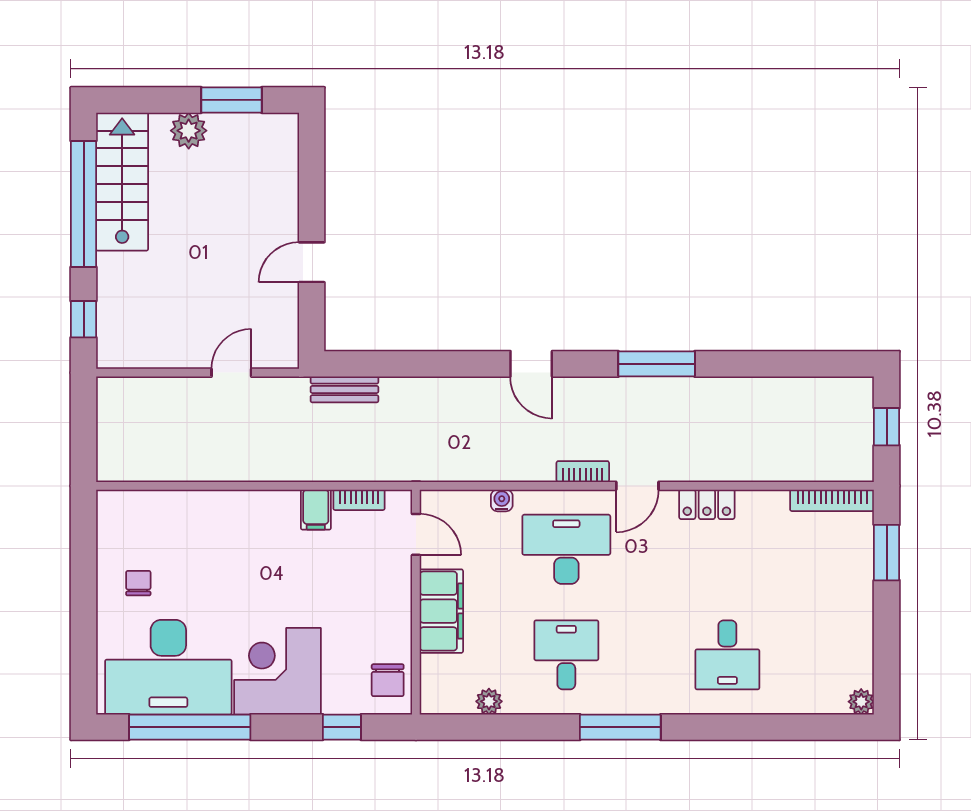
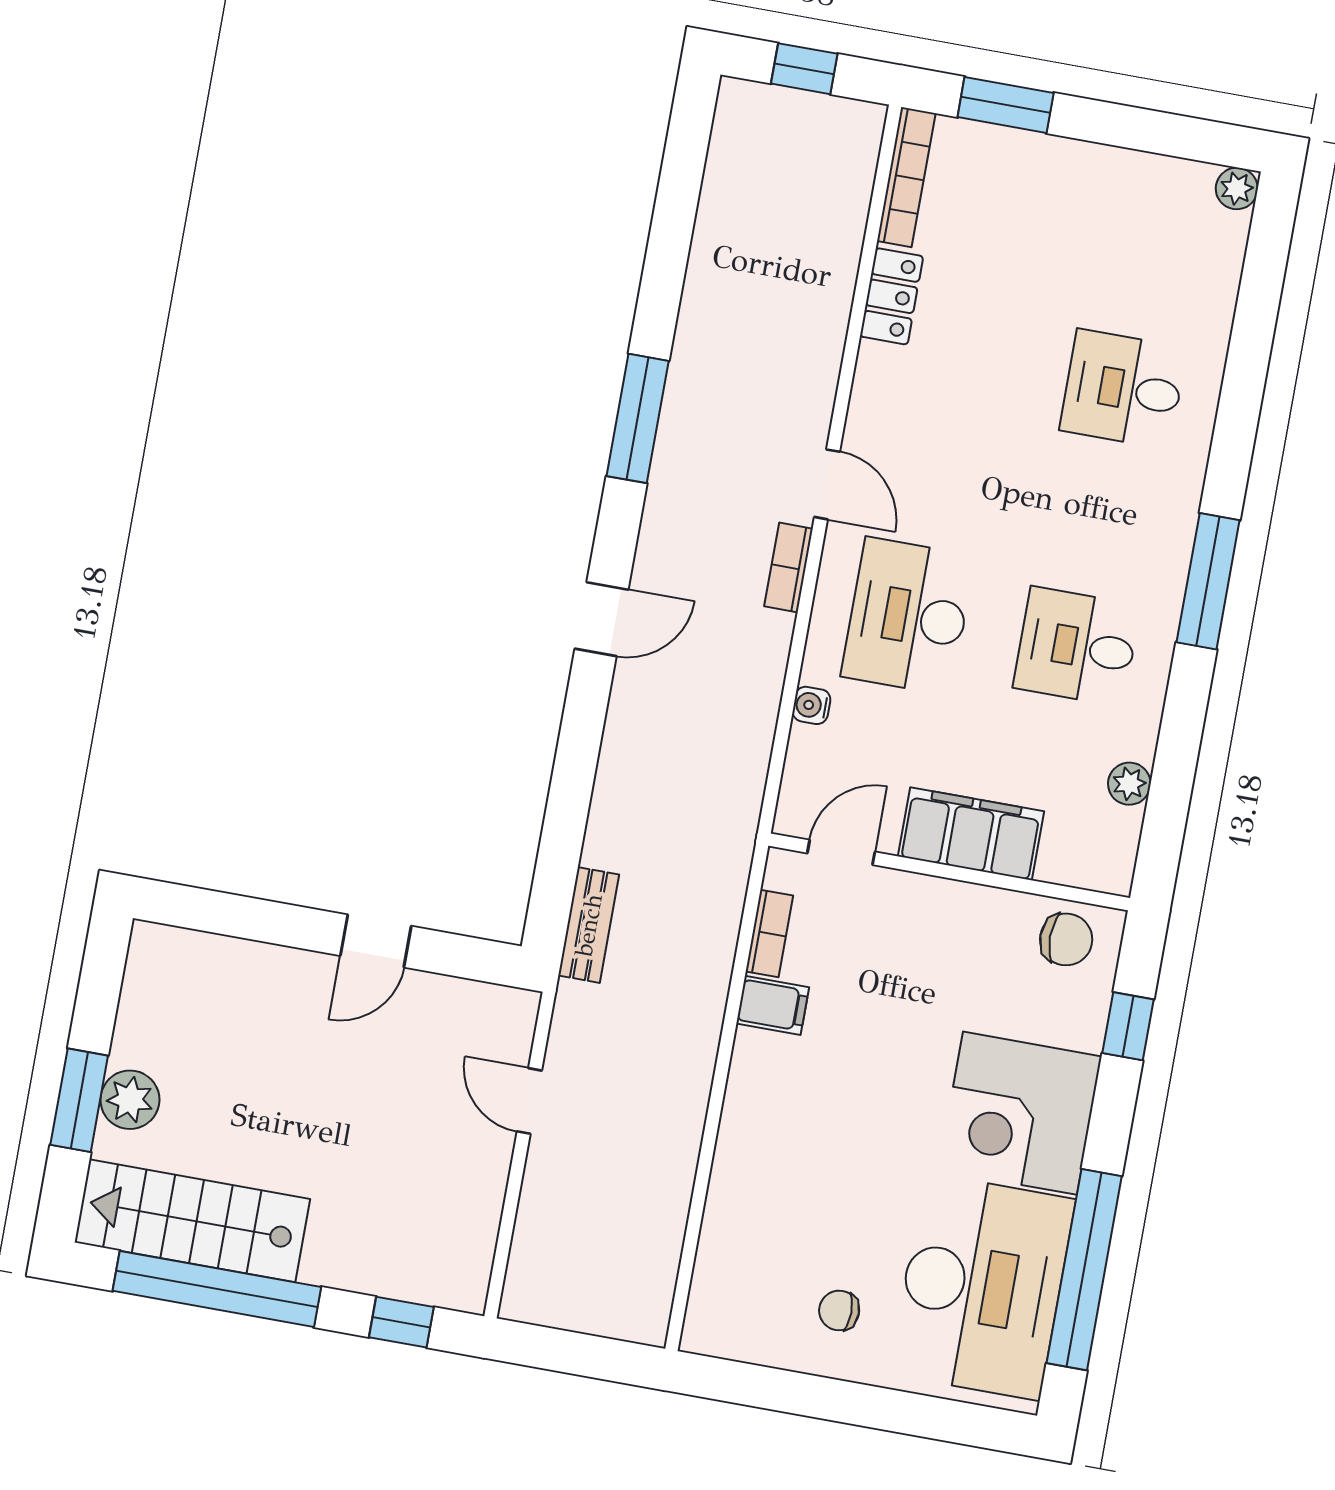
window: (231, 100) -> (79, 1100), moved
door: (312, 262) -> (376, 941), hinge flipped
locker: (707, 504) -> (892, 296), moved
desk: (727, 655) -> (1123, 389), turned 180

